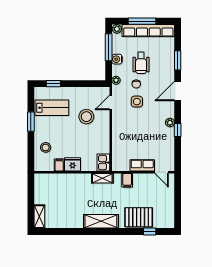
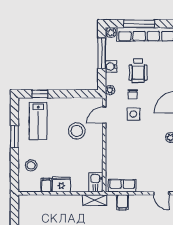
lab bench: (52, 108) -> (38, 121), turned 90
row of seats: (142, 165) -> (122, 186), moved

